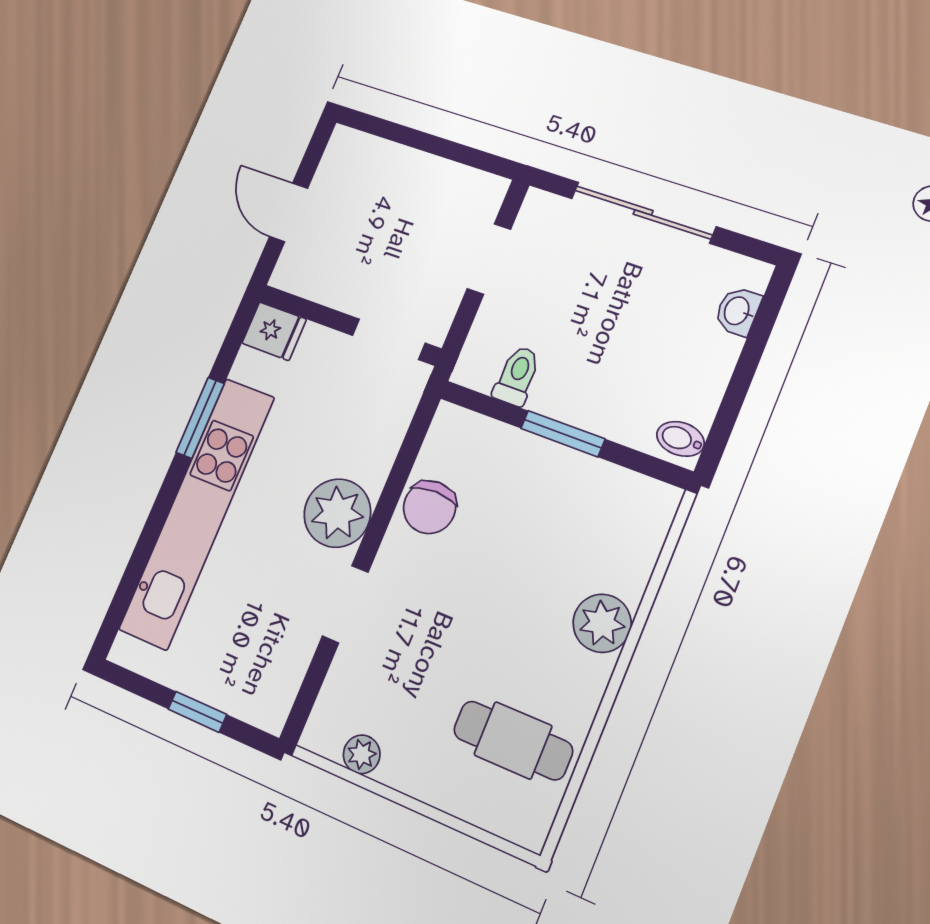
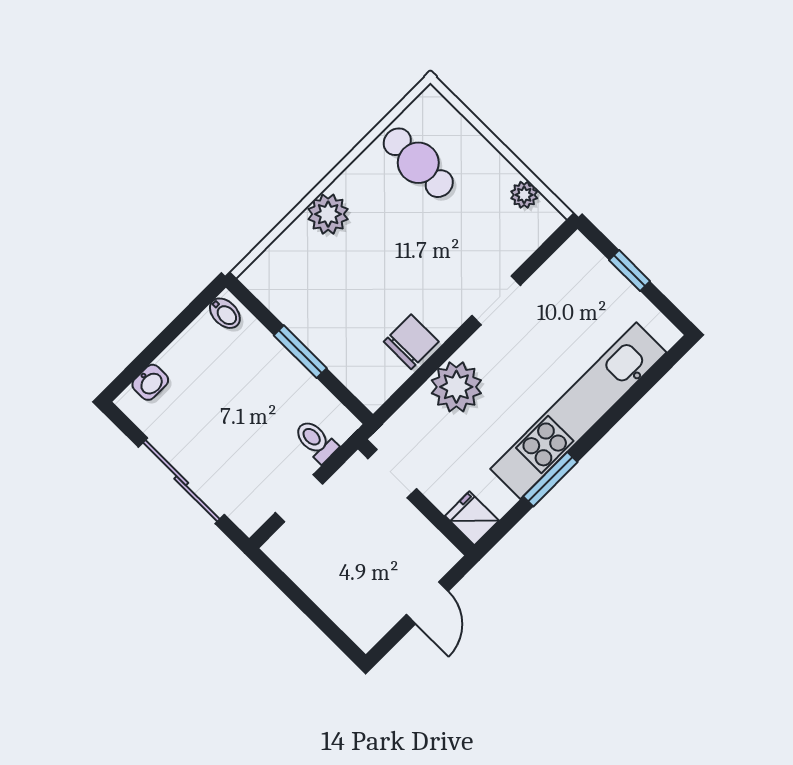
toilet: (517, 376) -> (316, 441), moved, turned 90
plant: (337, 513) -> (456, 387), moved

